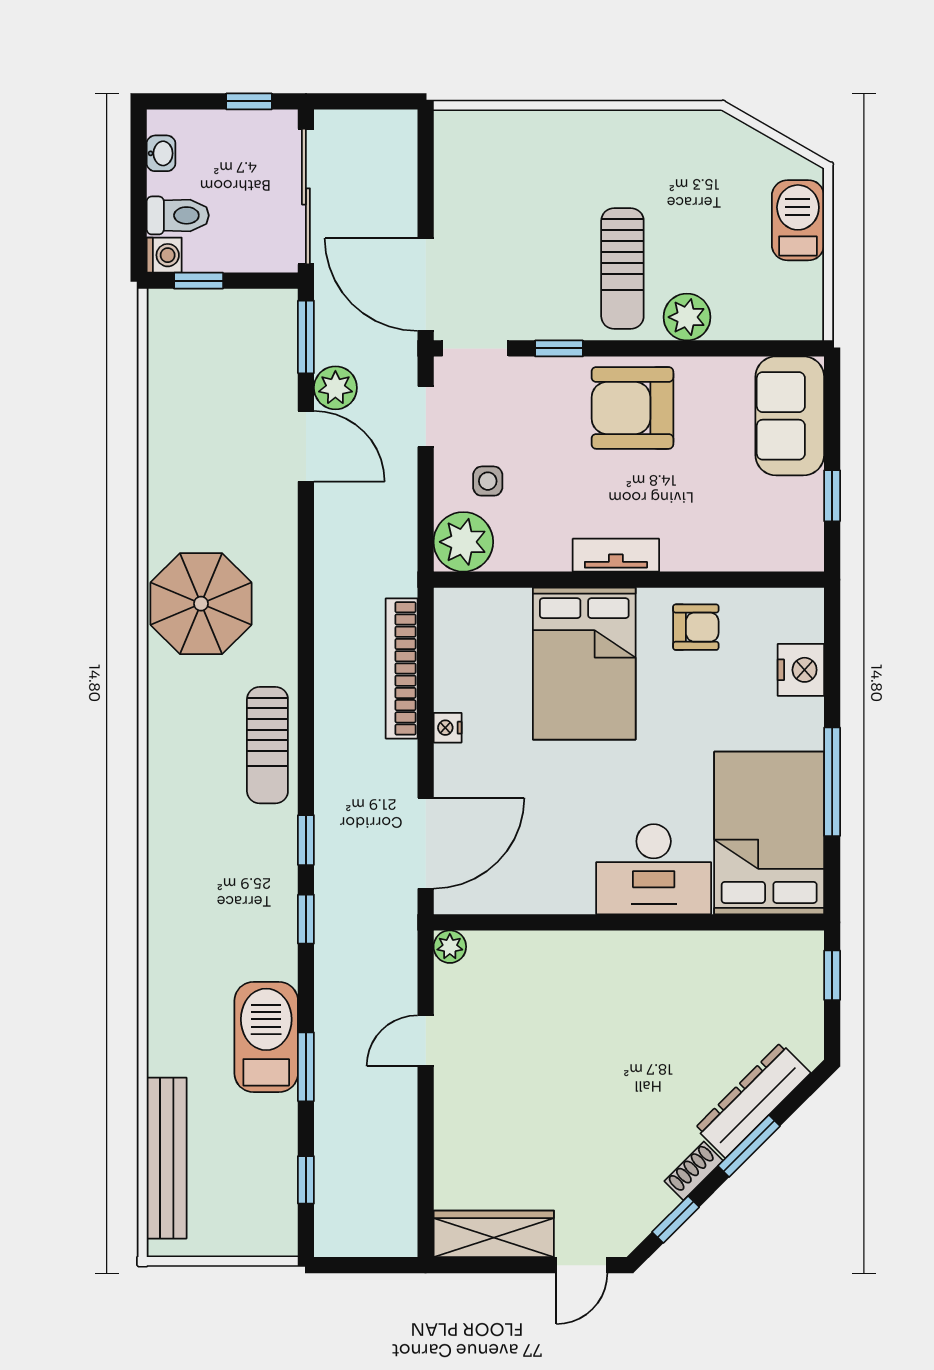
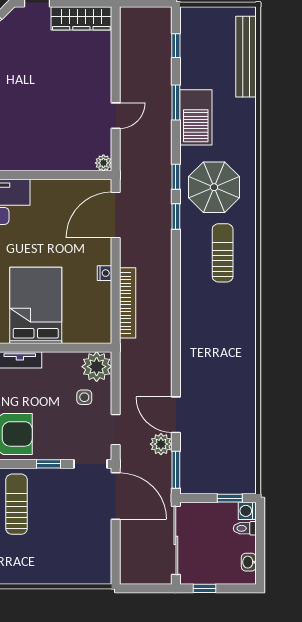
toilet: (178, 215) -> (245, 528), width x0.73, depth x0.72
parasol: (201, 604) -> (214, 187), moved
sun lounger: (267, 745) -> (223, 253), moved

